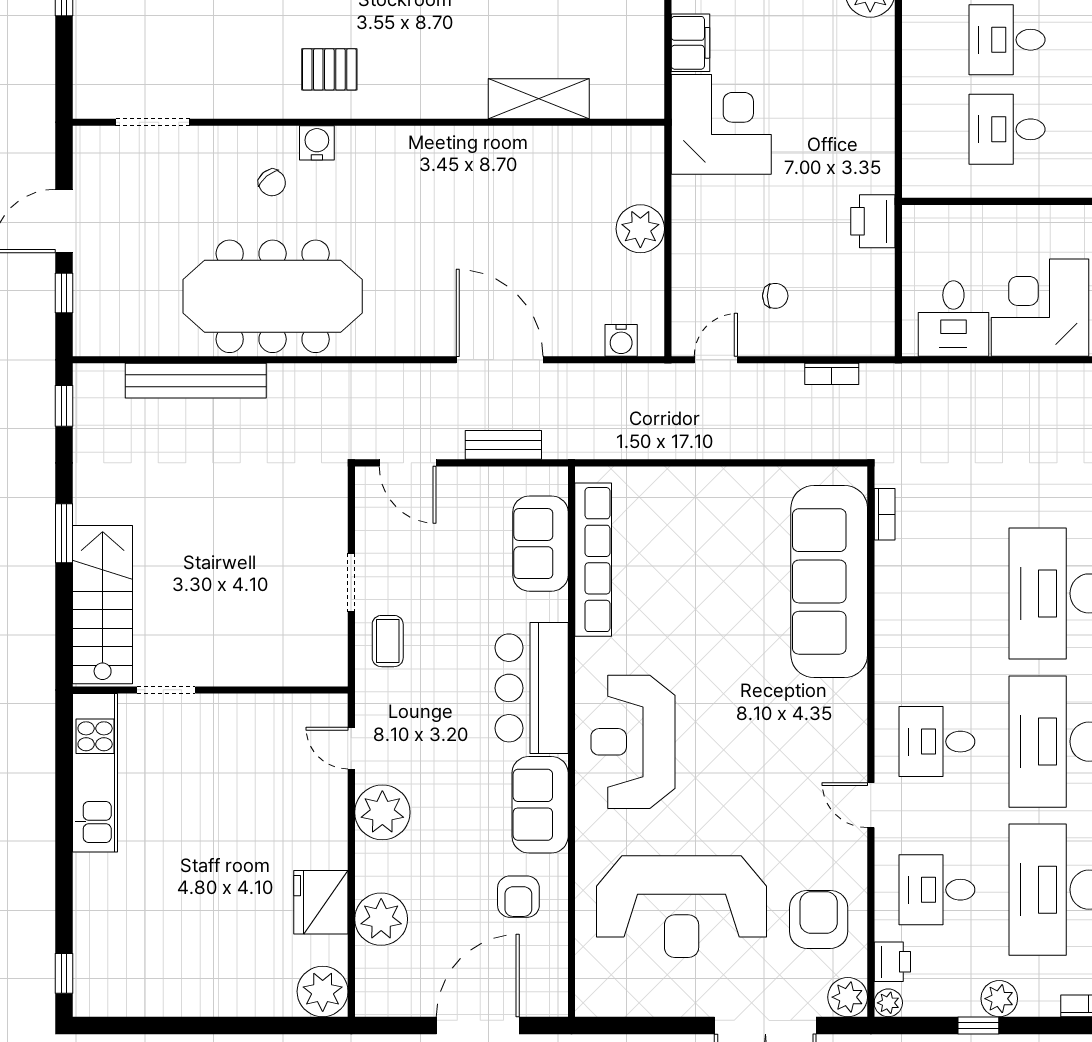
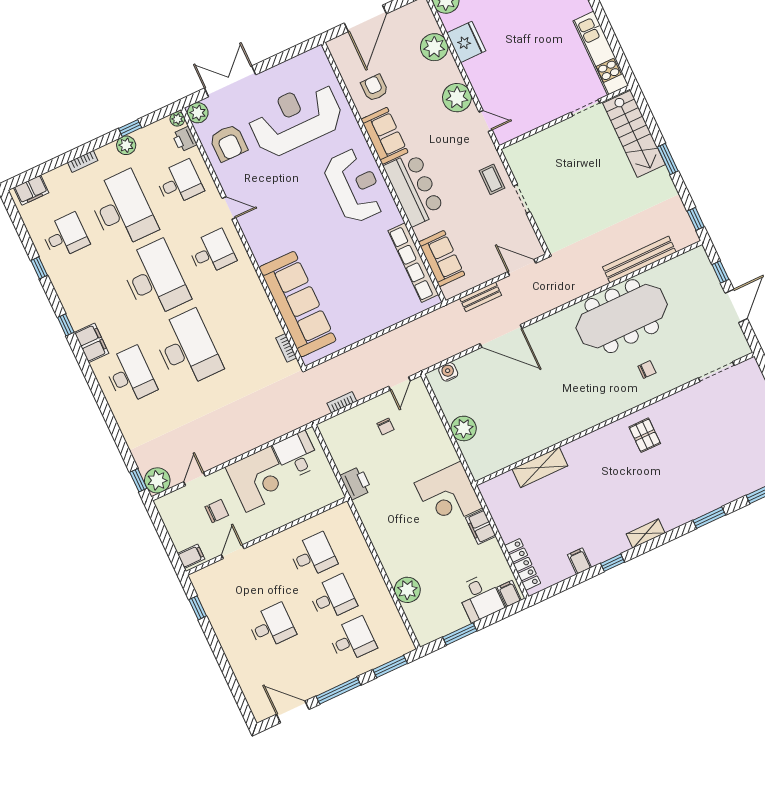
pallet: (329, 69) -> (645, 435), turned 90
water cooler: (317, 143) -> (634, 398), removed
chair: (272, 183) -> (647, 369), turned 129
chair: (775, 296) -> (385, 427), turned -90

